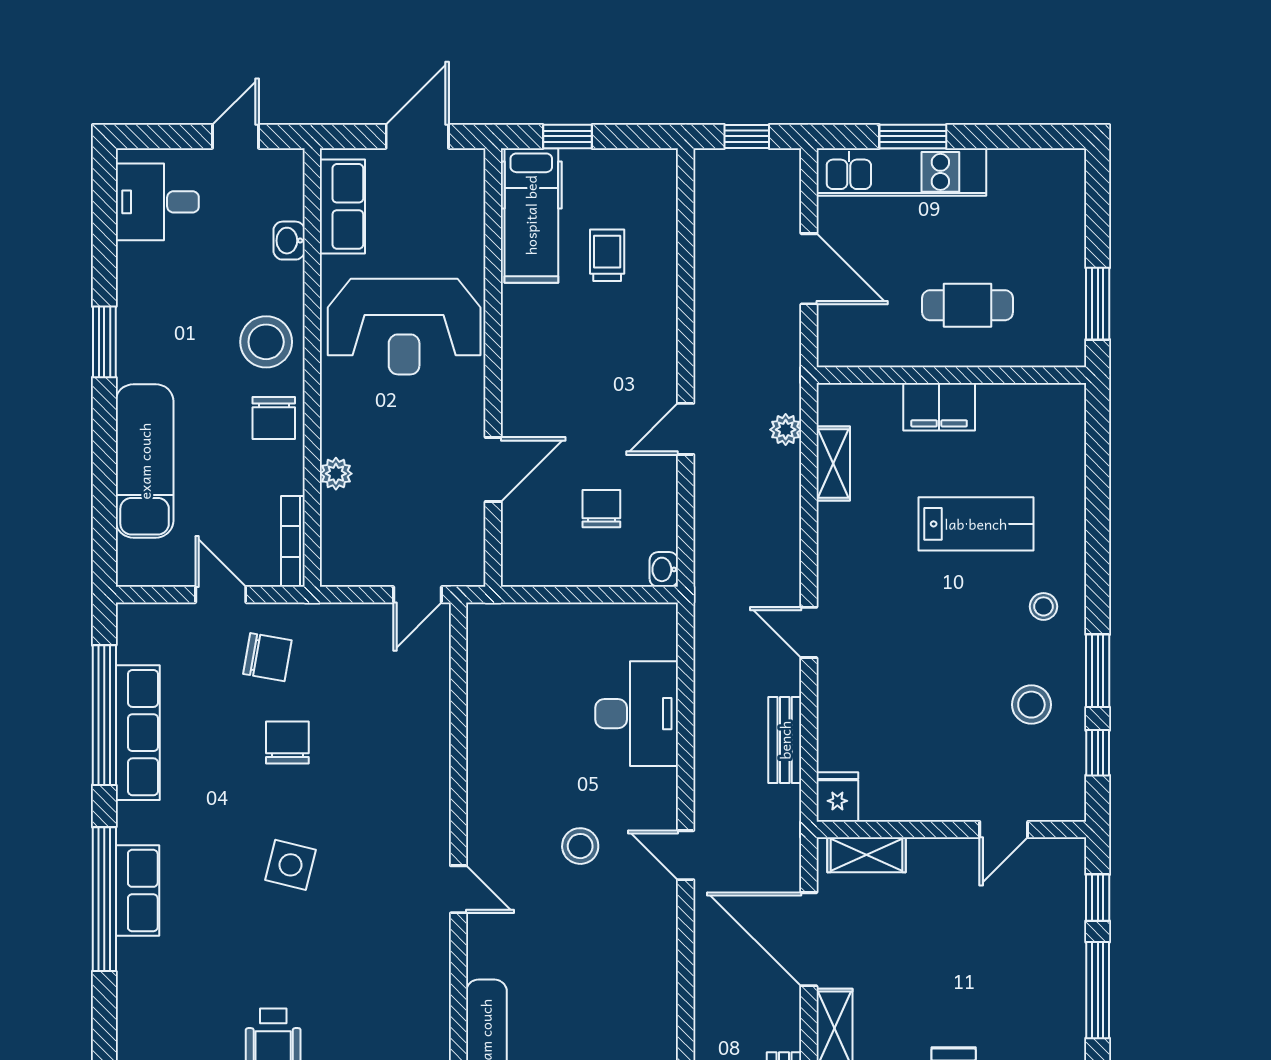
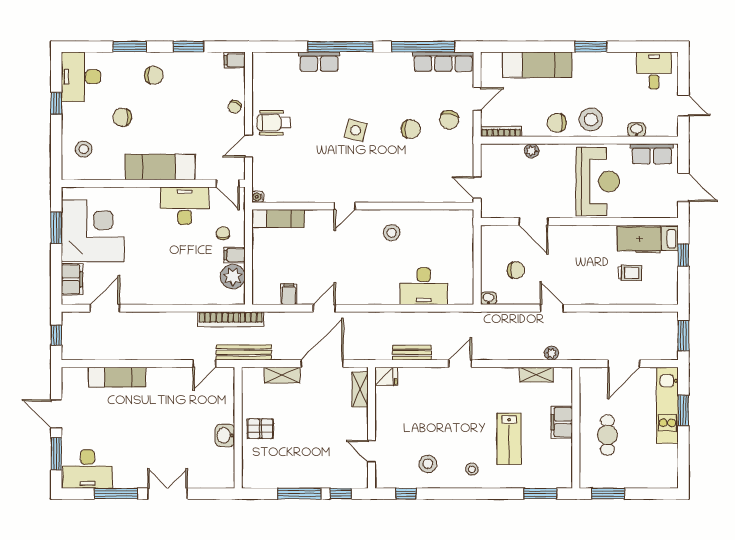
window: (747, 136) -> (683, 336), width x1.50
reception desk: (404, 327) -> (598, 181), turned 180
window: (1098, 671) -> (540, 494), moved
row of seats: (138, 733) -> (443, 62), moved
stool: (580, 846) -> (392, 233), moved
door: (686, 855) -> (324, 308), moved
row of seats: (138, 891) -> (319, 62), moved
filing cabinet: (655, 1013) -> (289, 294), added

